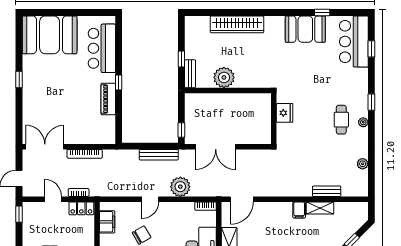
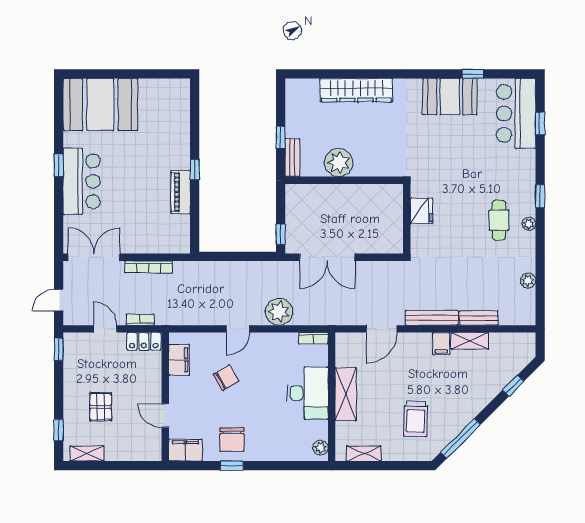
bar counter: (102, 48) -> (82, 181), moved, turned 180
bench: (159, 155) -> (432, 318), moved
door: (242, 199) -> (382, 329), moved

